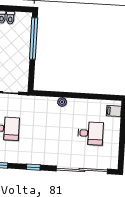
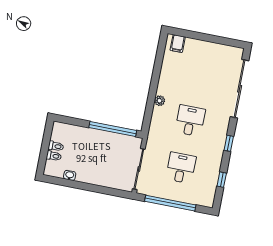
window: (34, 39) -> (113, 129), moved
desk: (90, 133) -> (190, 121), moved

